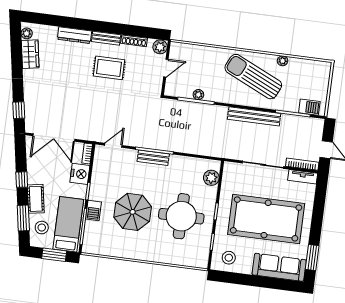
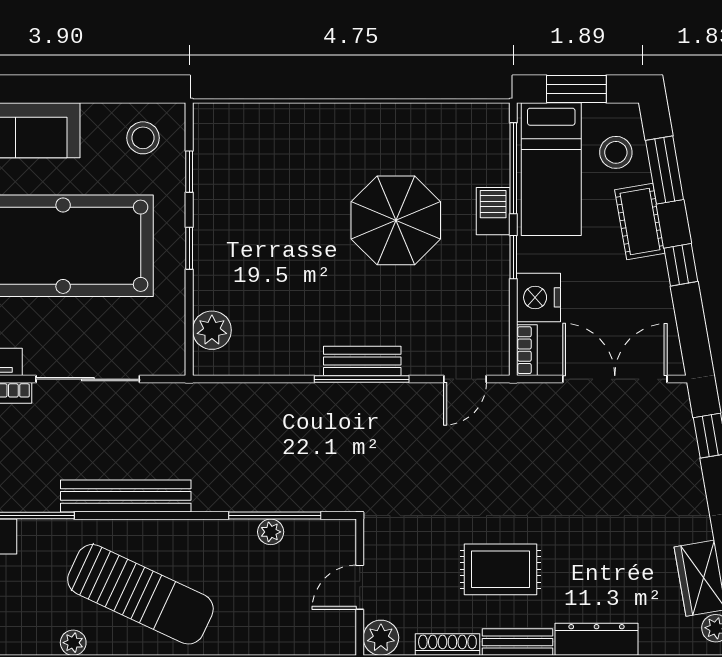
round table: (181, 216) -> (274, 225), removed

